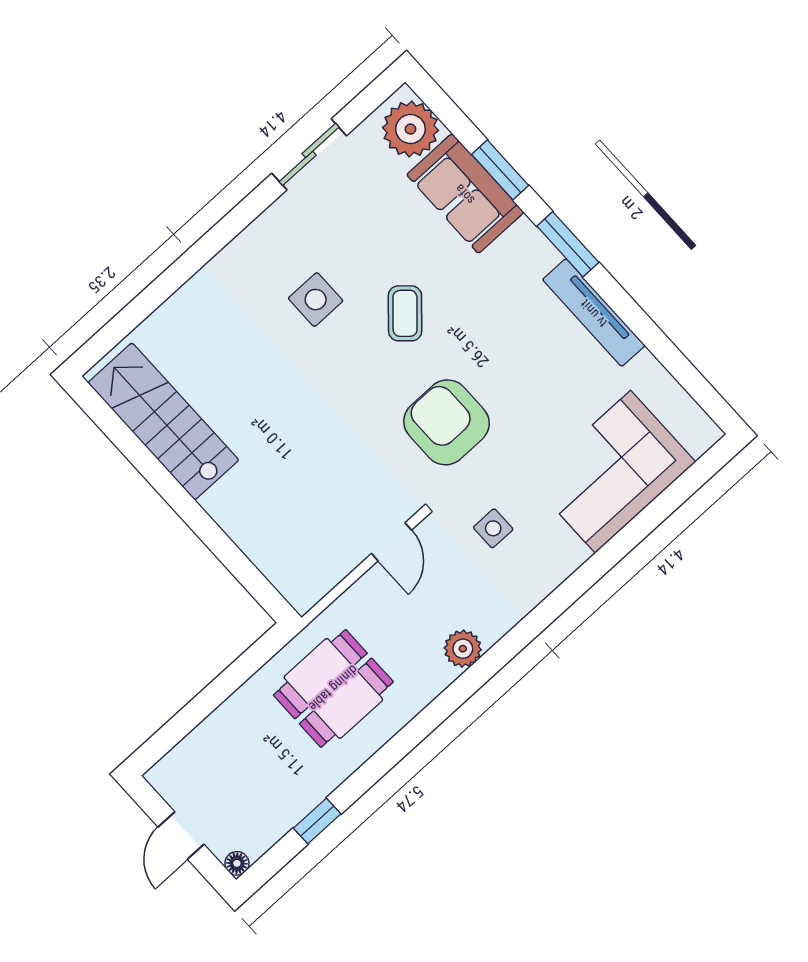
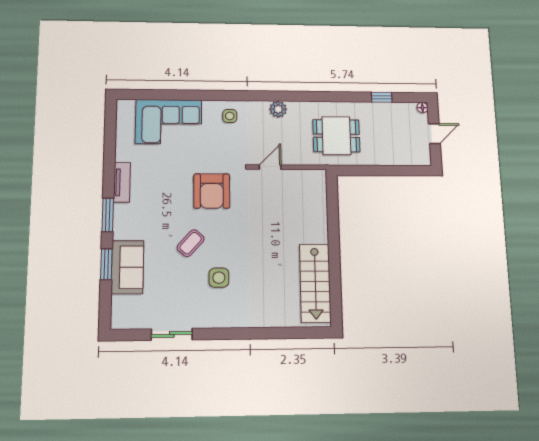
plant: (410, 129) -> (125, 310), removed
tv unit: (594, 313) -> (122, 182), width x0.71
side table: (493, 528) -> (230, 116), moved

